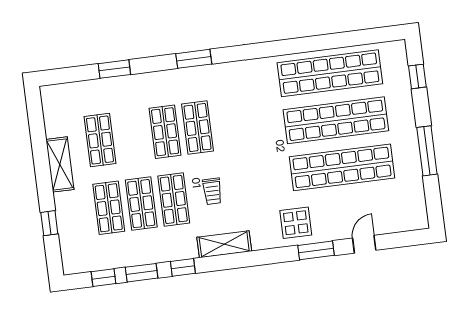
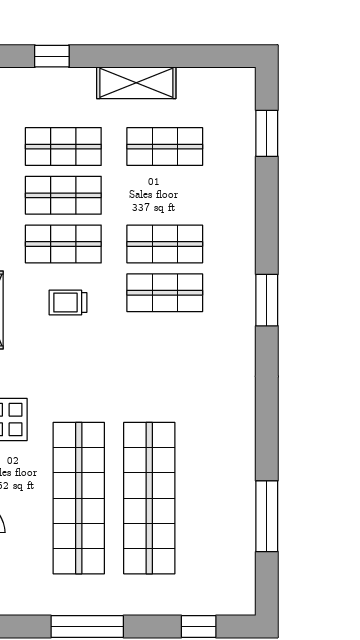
window: (338, 40) -> (267, 516), added
window: (114, 69) -> (267, 133), moved
shop shelf: (330, 73) -> (220, 498), removed

